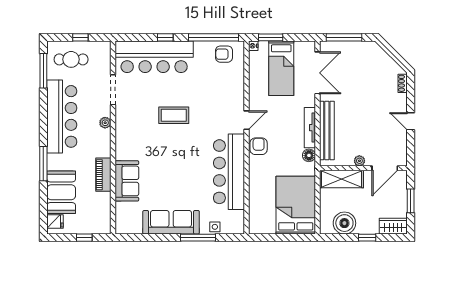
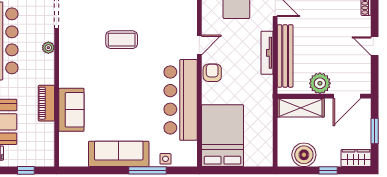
floor lamp: (309, 155) -> (266, 83), removed
plant: (359, 161) -> (320, 83), width x1.88, depth x1.88
bed: (296, 205) -> (222, 136), moved

